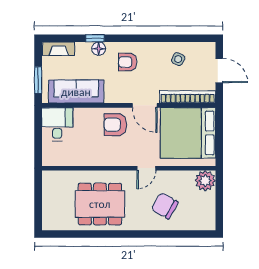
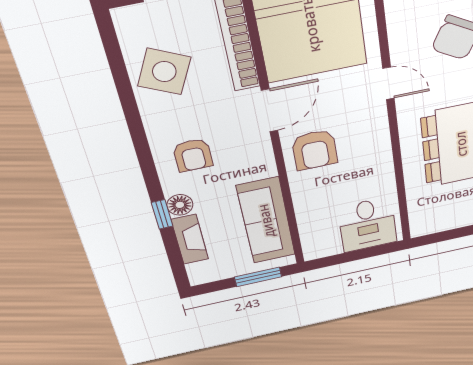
fireplace: (59, 49) -> (190, 239), moved
side table: (178, 59) -> (164, 72), width x1.87, depth x1.87
desk: (57, 124) -> (367, 225), moved, turned -90

